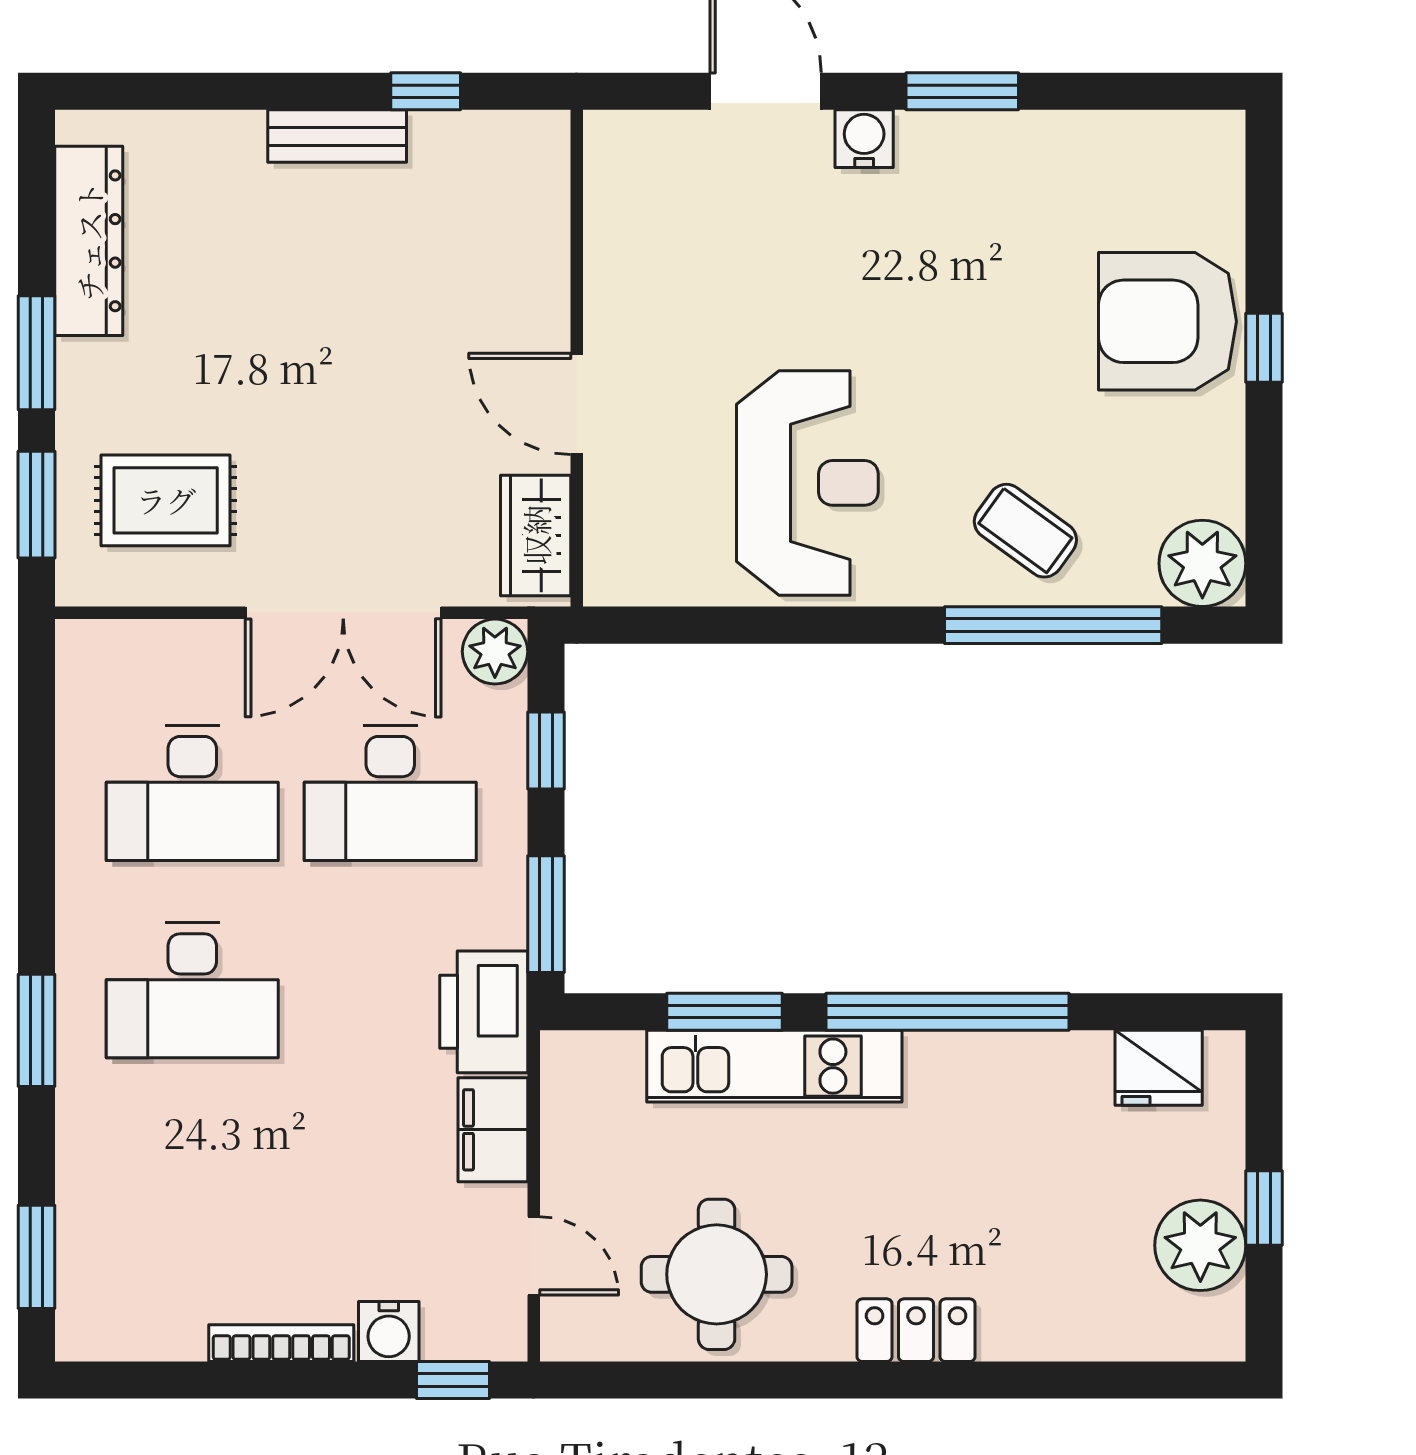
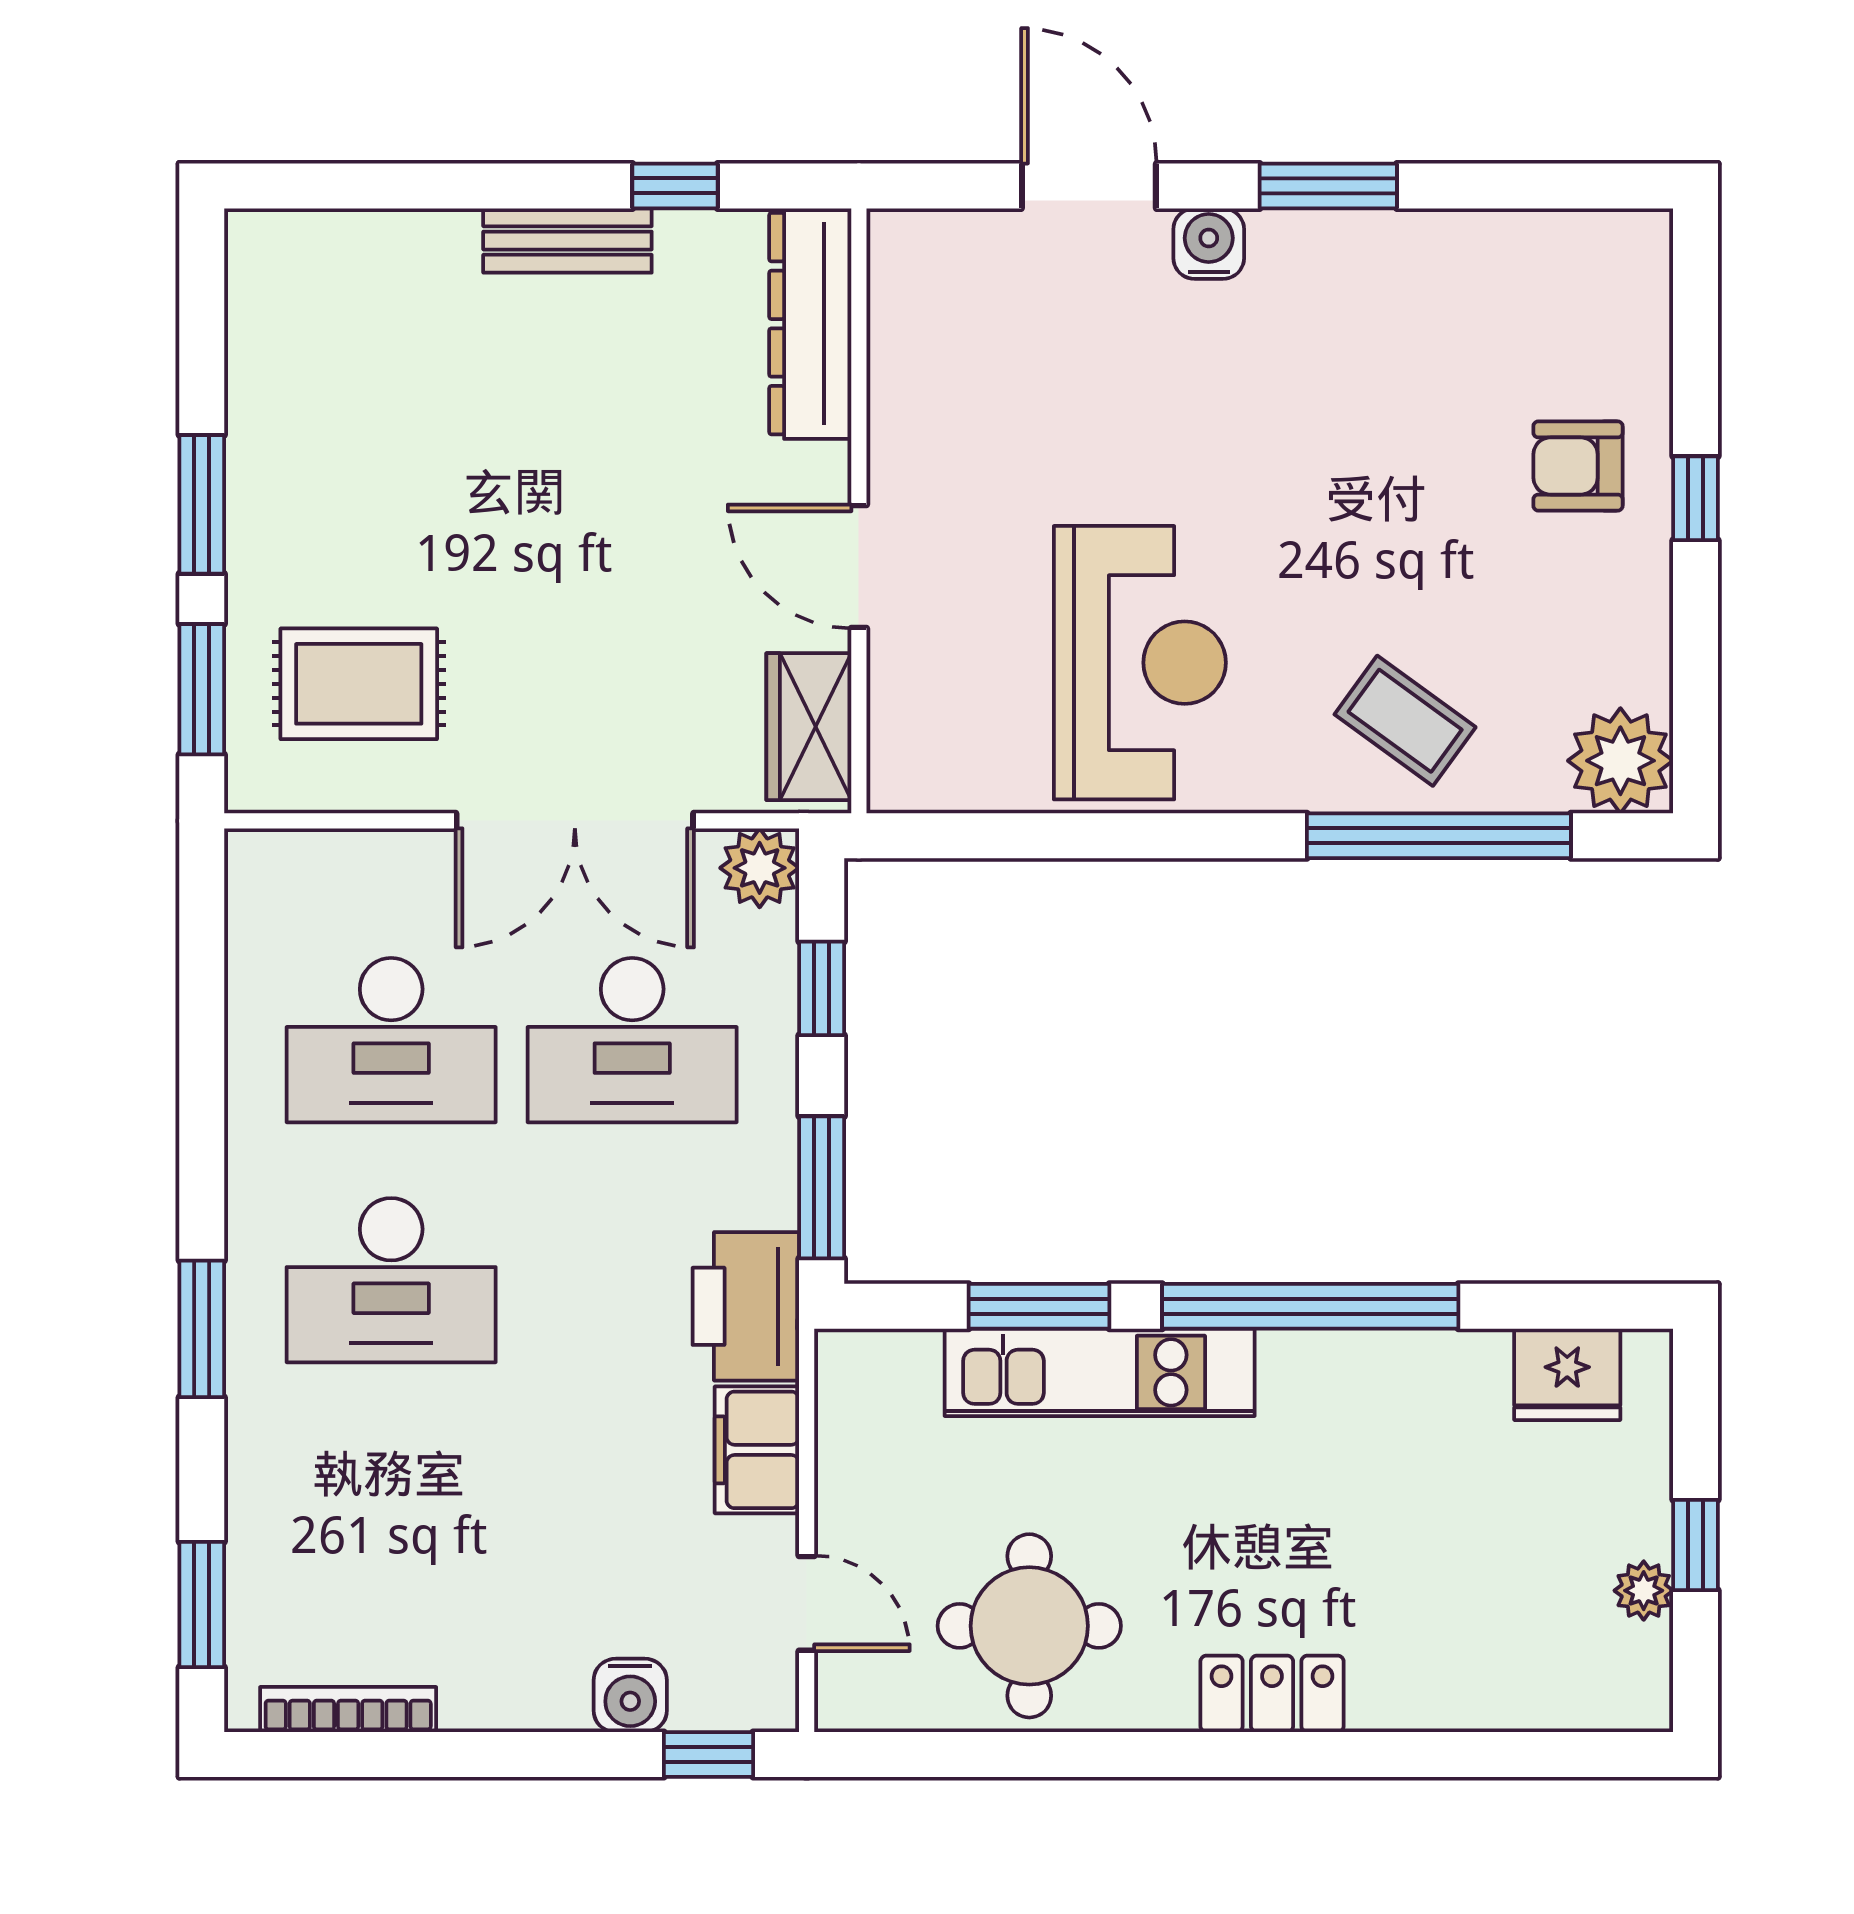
dresser: (89, 241) -> (810, 324), moved, turned 180
armchair: (1167, 321) -> (1578, 466), width x0.53, depth x0.53
plant: (1200, 1245) -> (1644, 1591), width x0.53, depth x0.53
bookcase: (281, 1343) -> (348, 1710), moved

